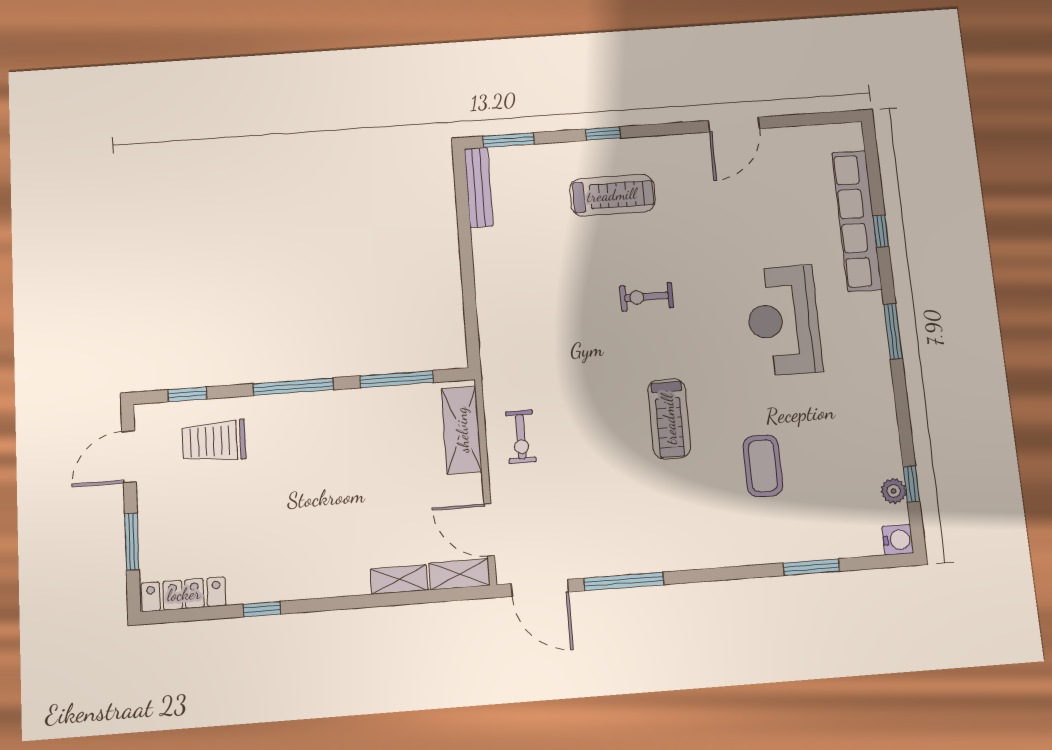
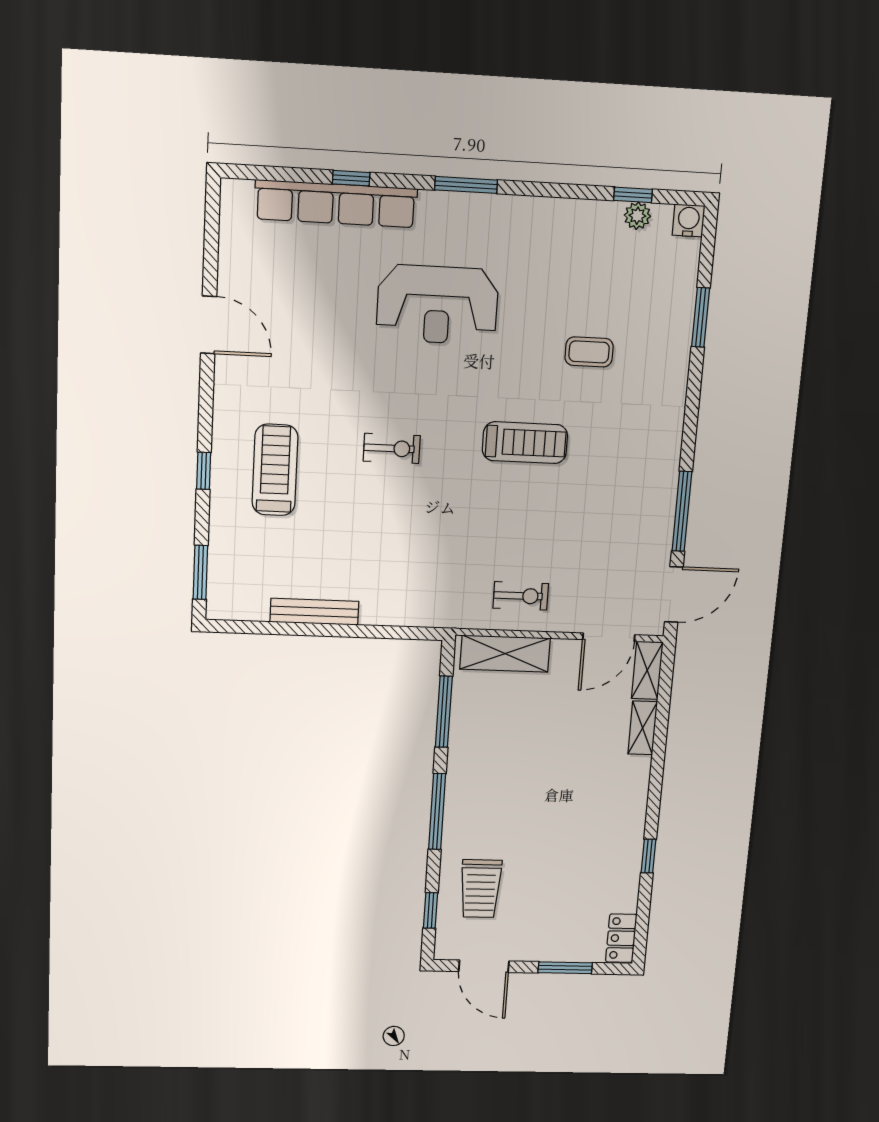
bench: (479, 187) -> (314, 612), moved
exercise bike: (647, 297) -> (392, 448), turned -90
coffee table: (763, 466) -> (589, 352), width x0.73, depth x0.77
locker: (184, 594) -> (621, 938), width x0.66

